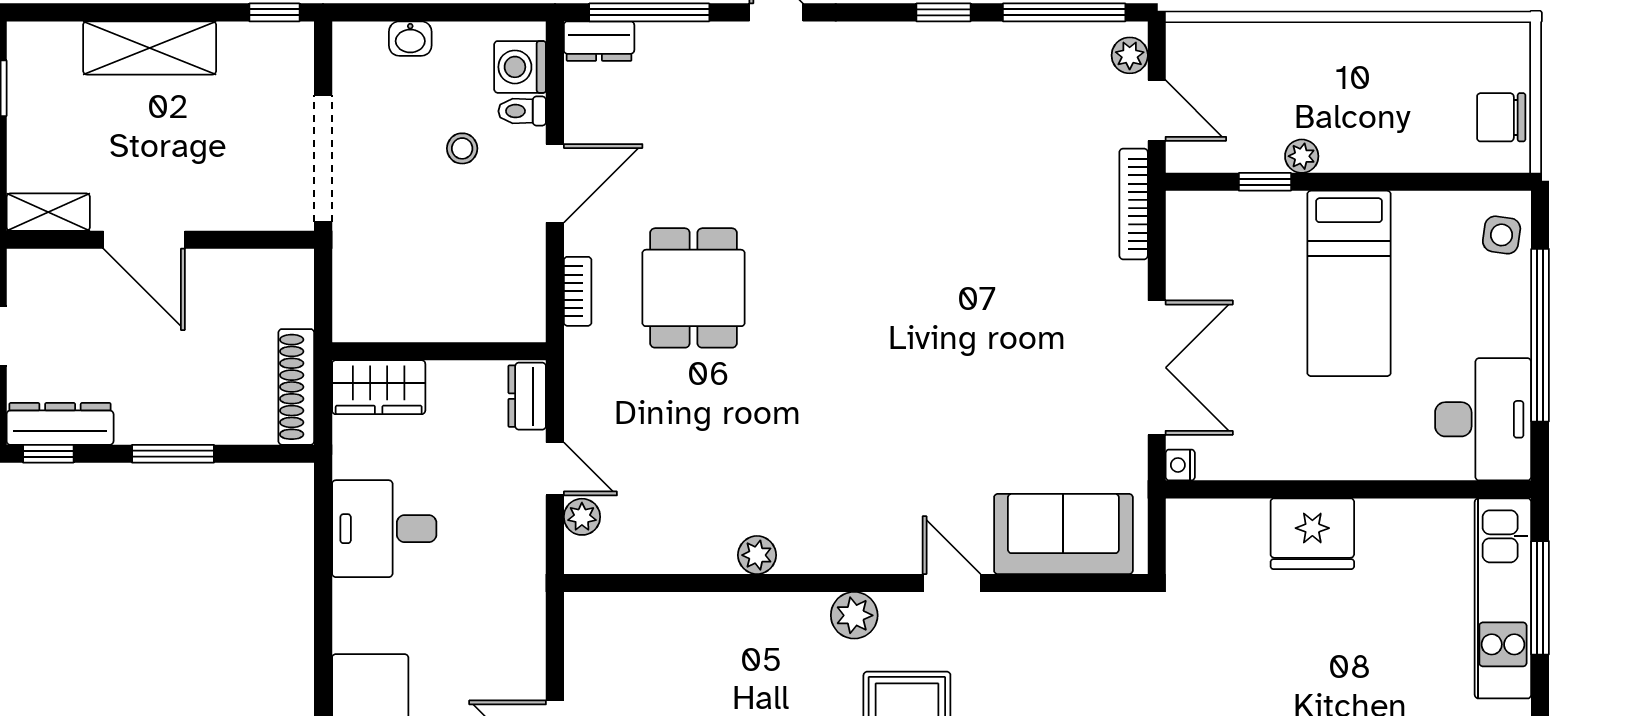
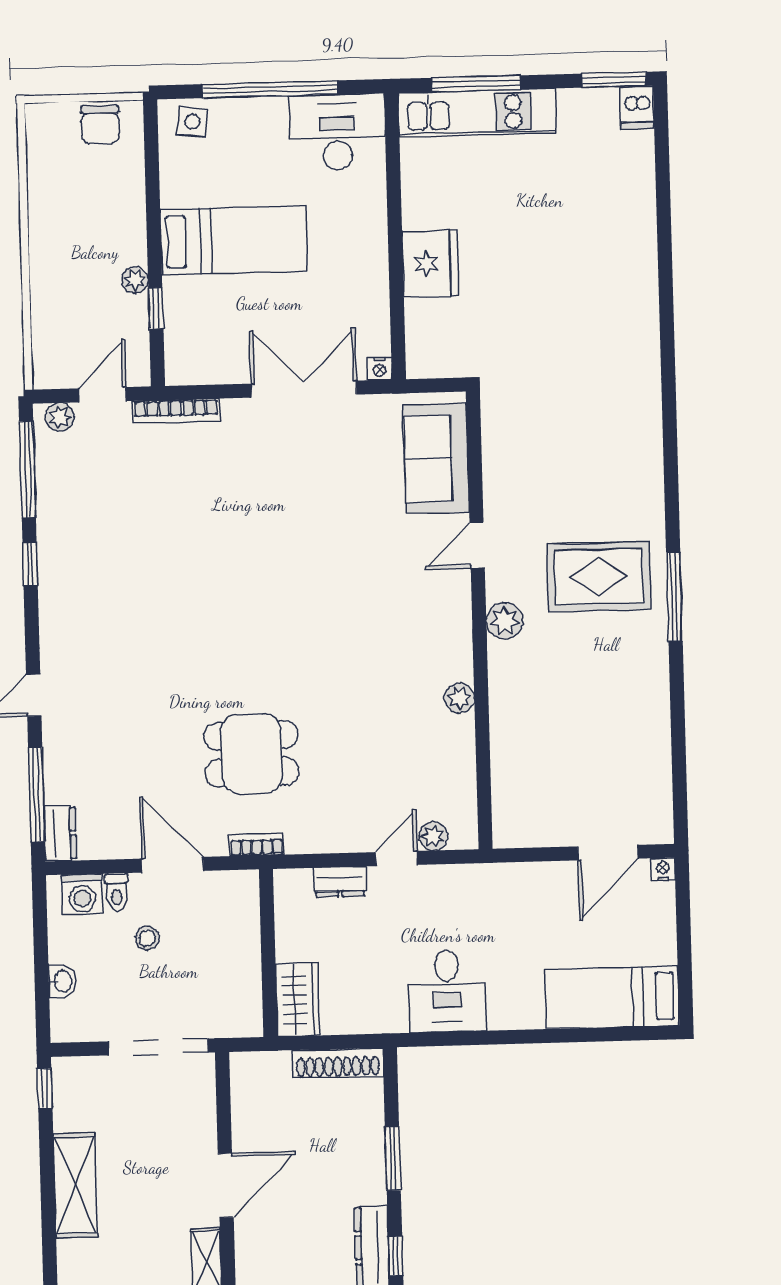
wall: (439, 351) -> (268, 953), moved
wardrobe: (379, 387) -> (298, 999), moved

